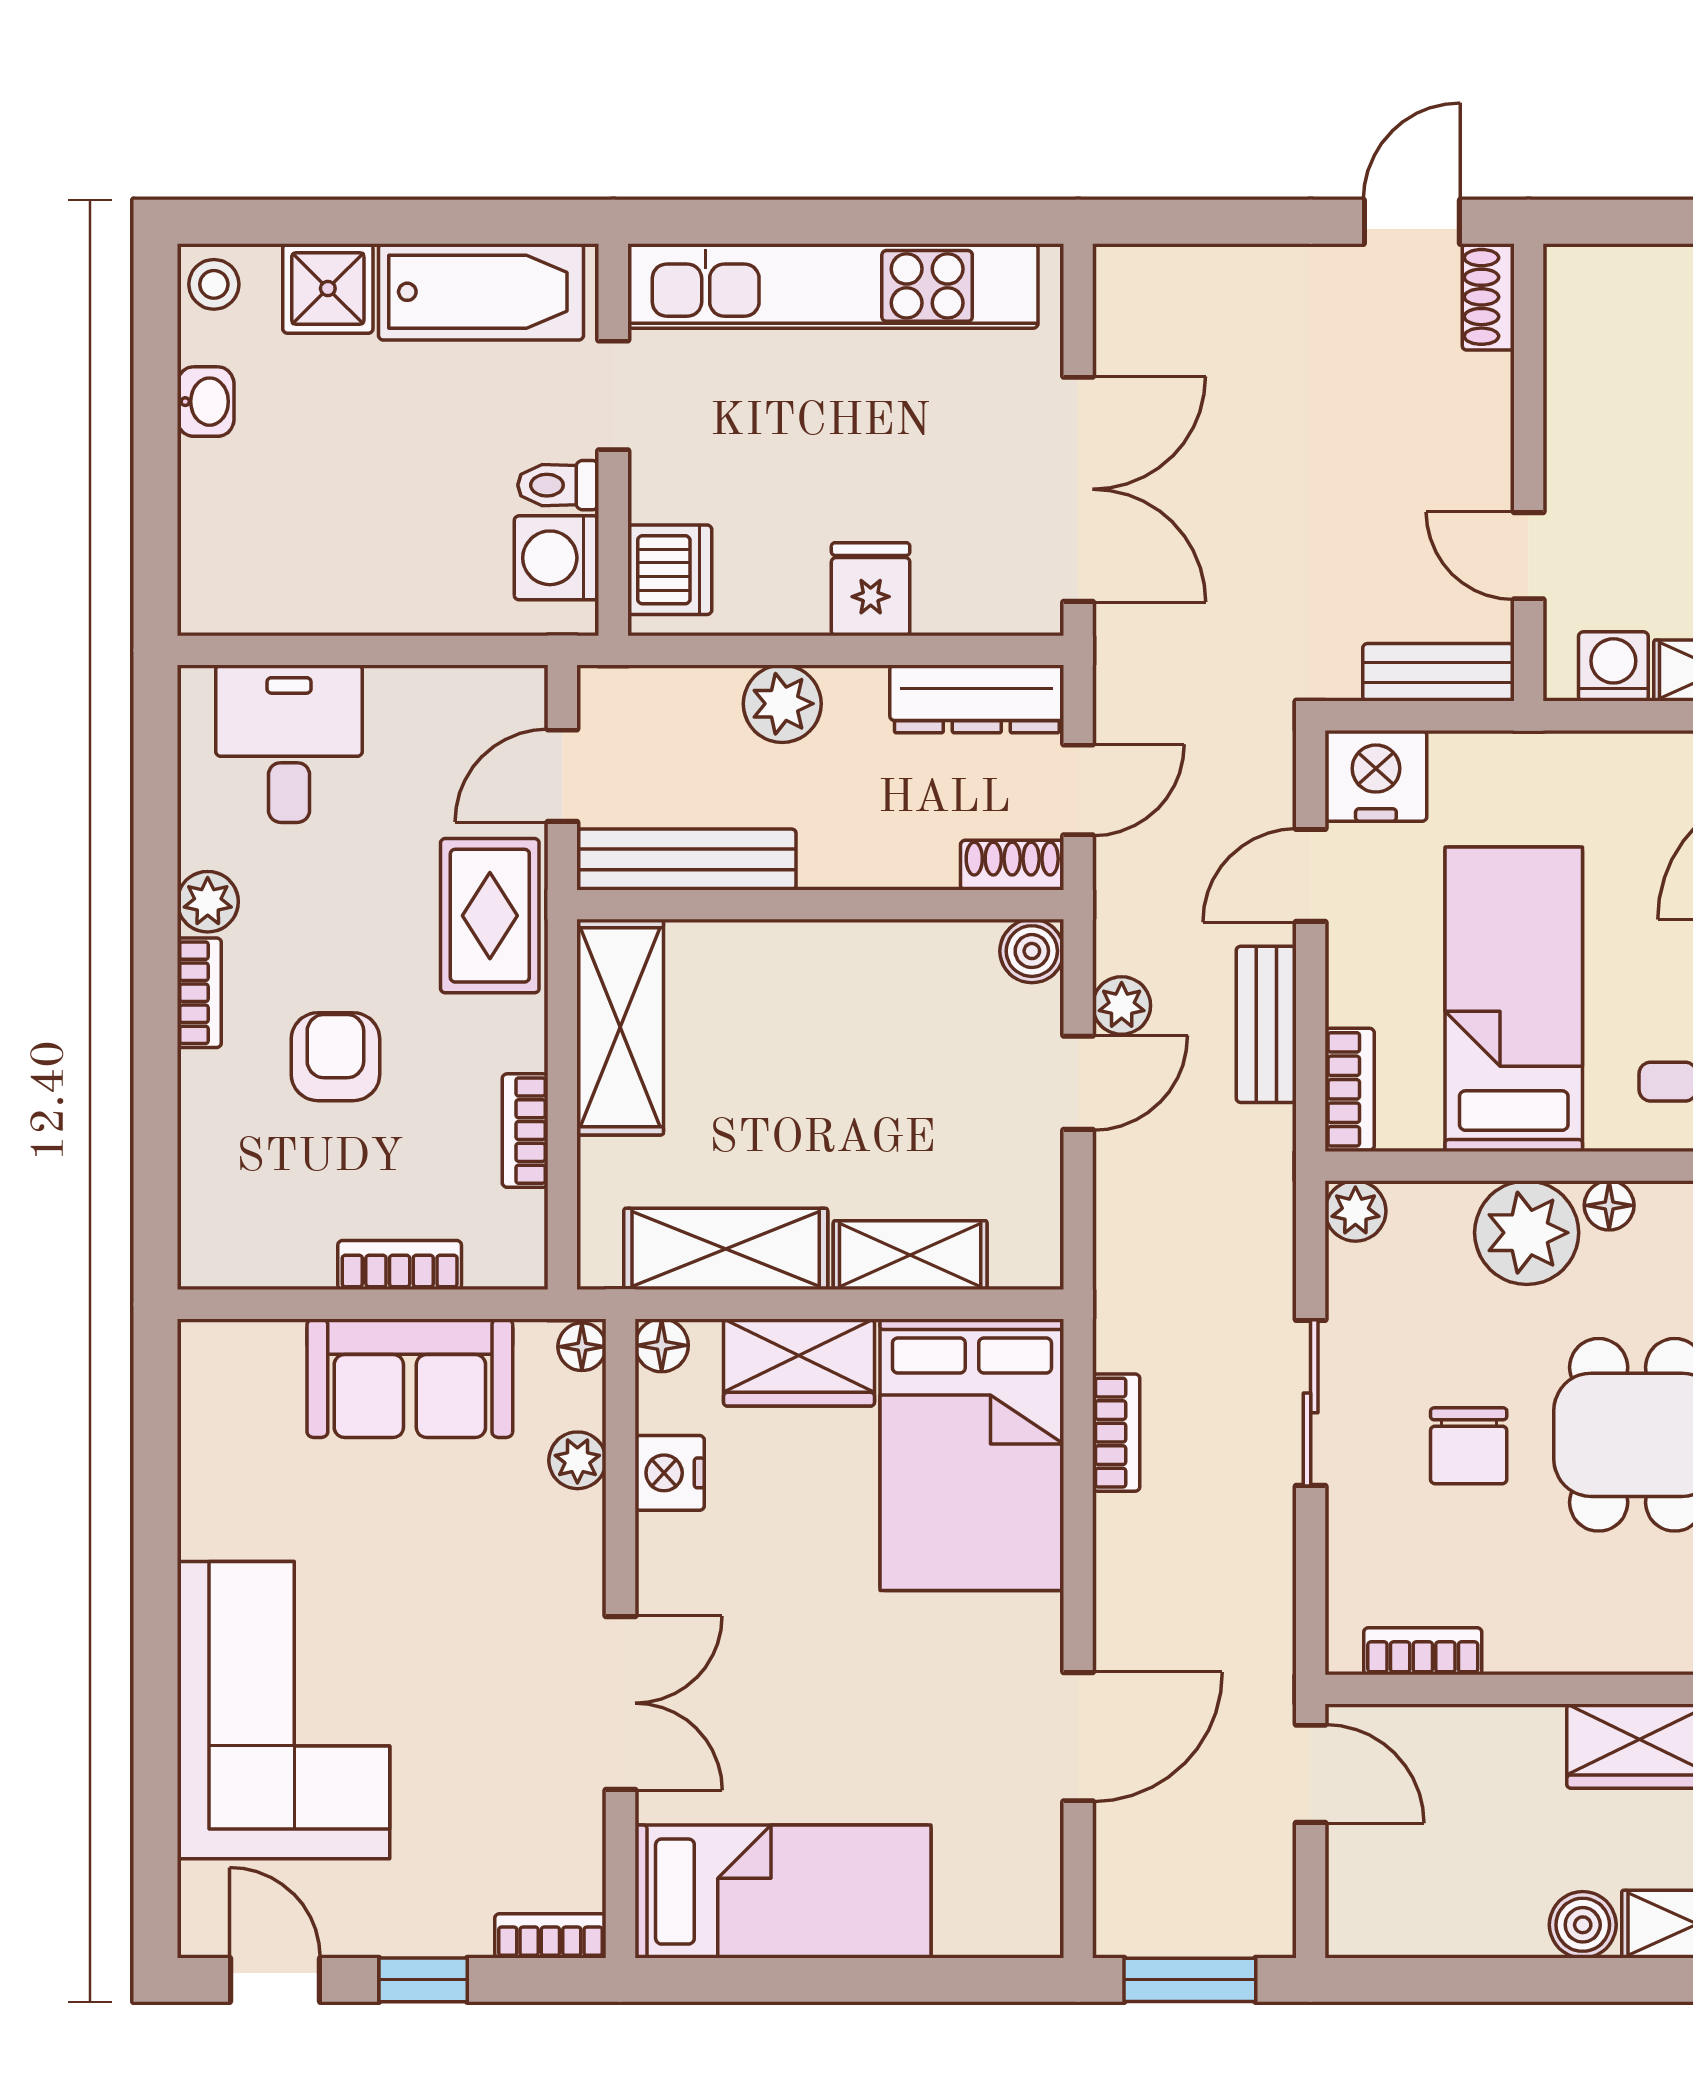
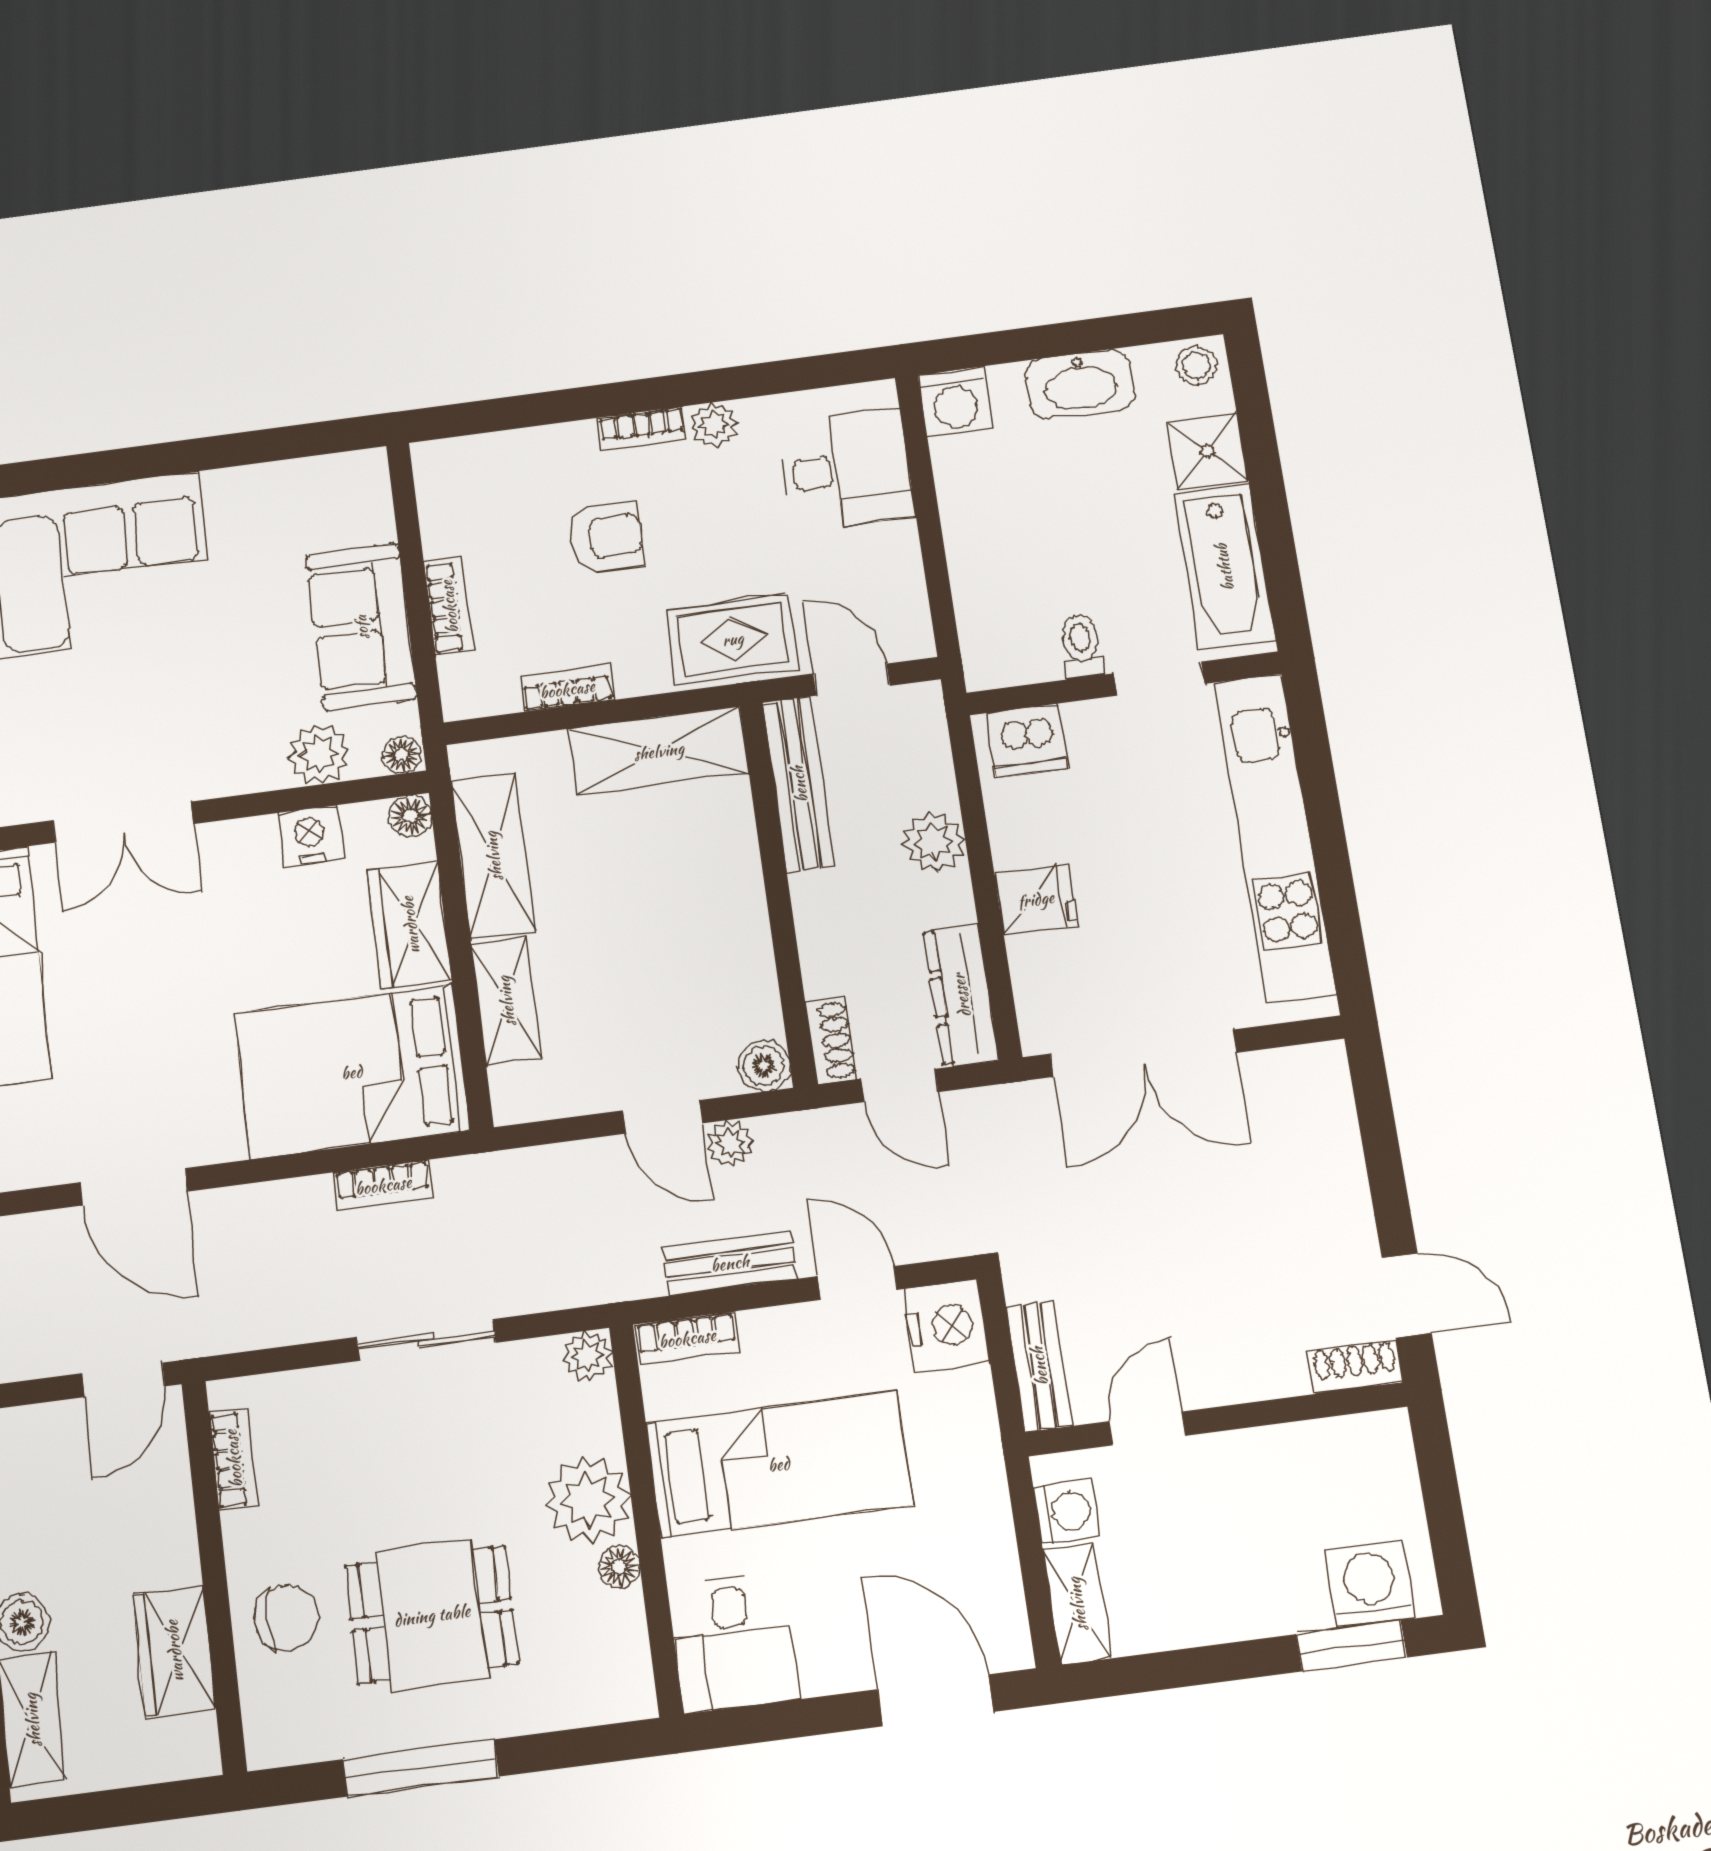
washbasin: (206, 402) -> (1080, 384), width x1.91, depth x1.45
washing machine: (557, 558) -> (955, 402), moved, turned 180
chair: (1469, 1446) -> (286, 1618), moved, turned 180
plant: (577, 1460) -> (319, 754), width x1.38, depth x1.38

